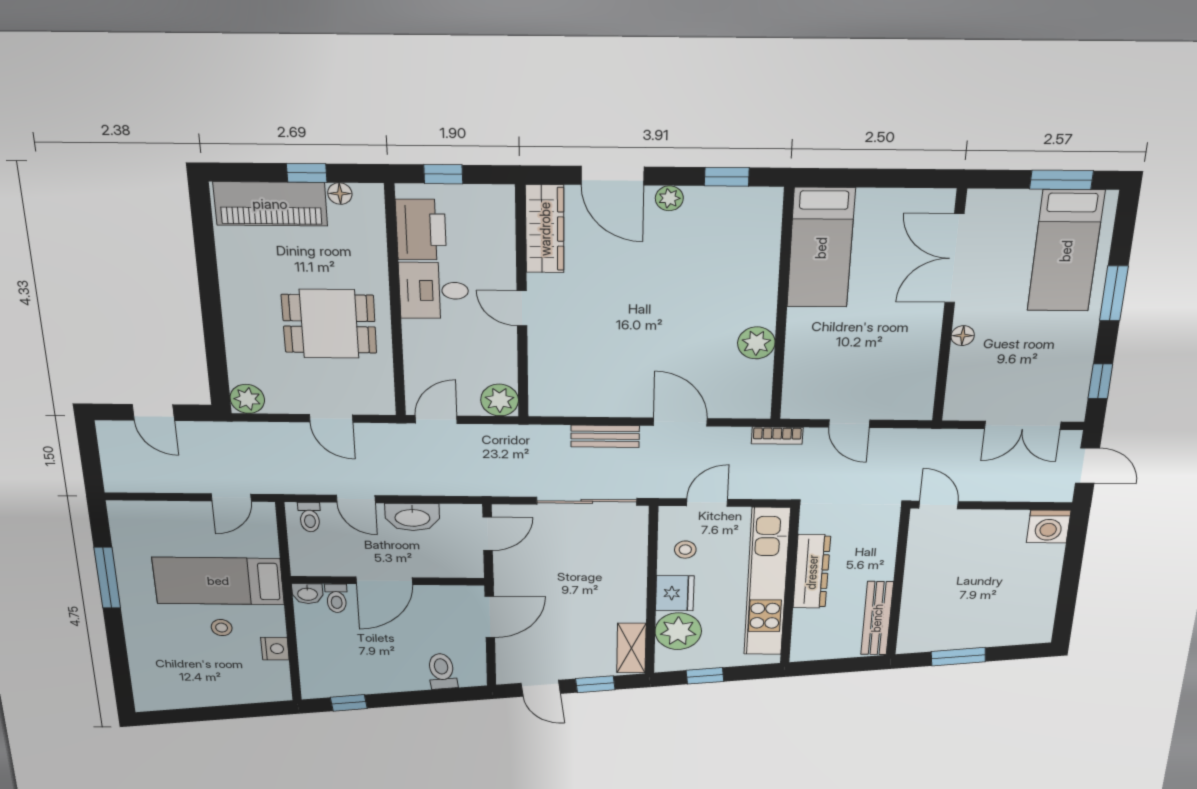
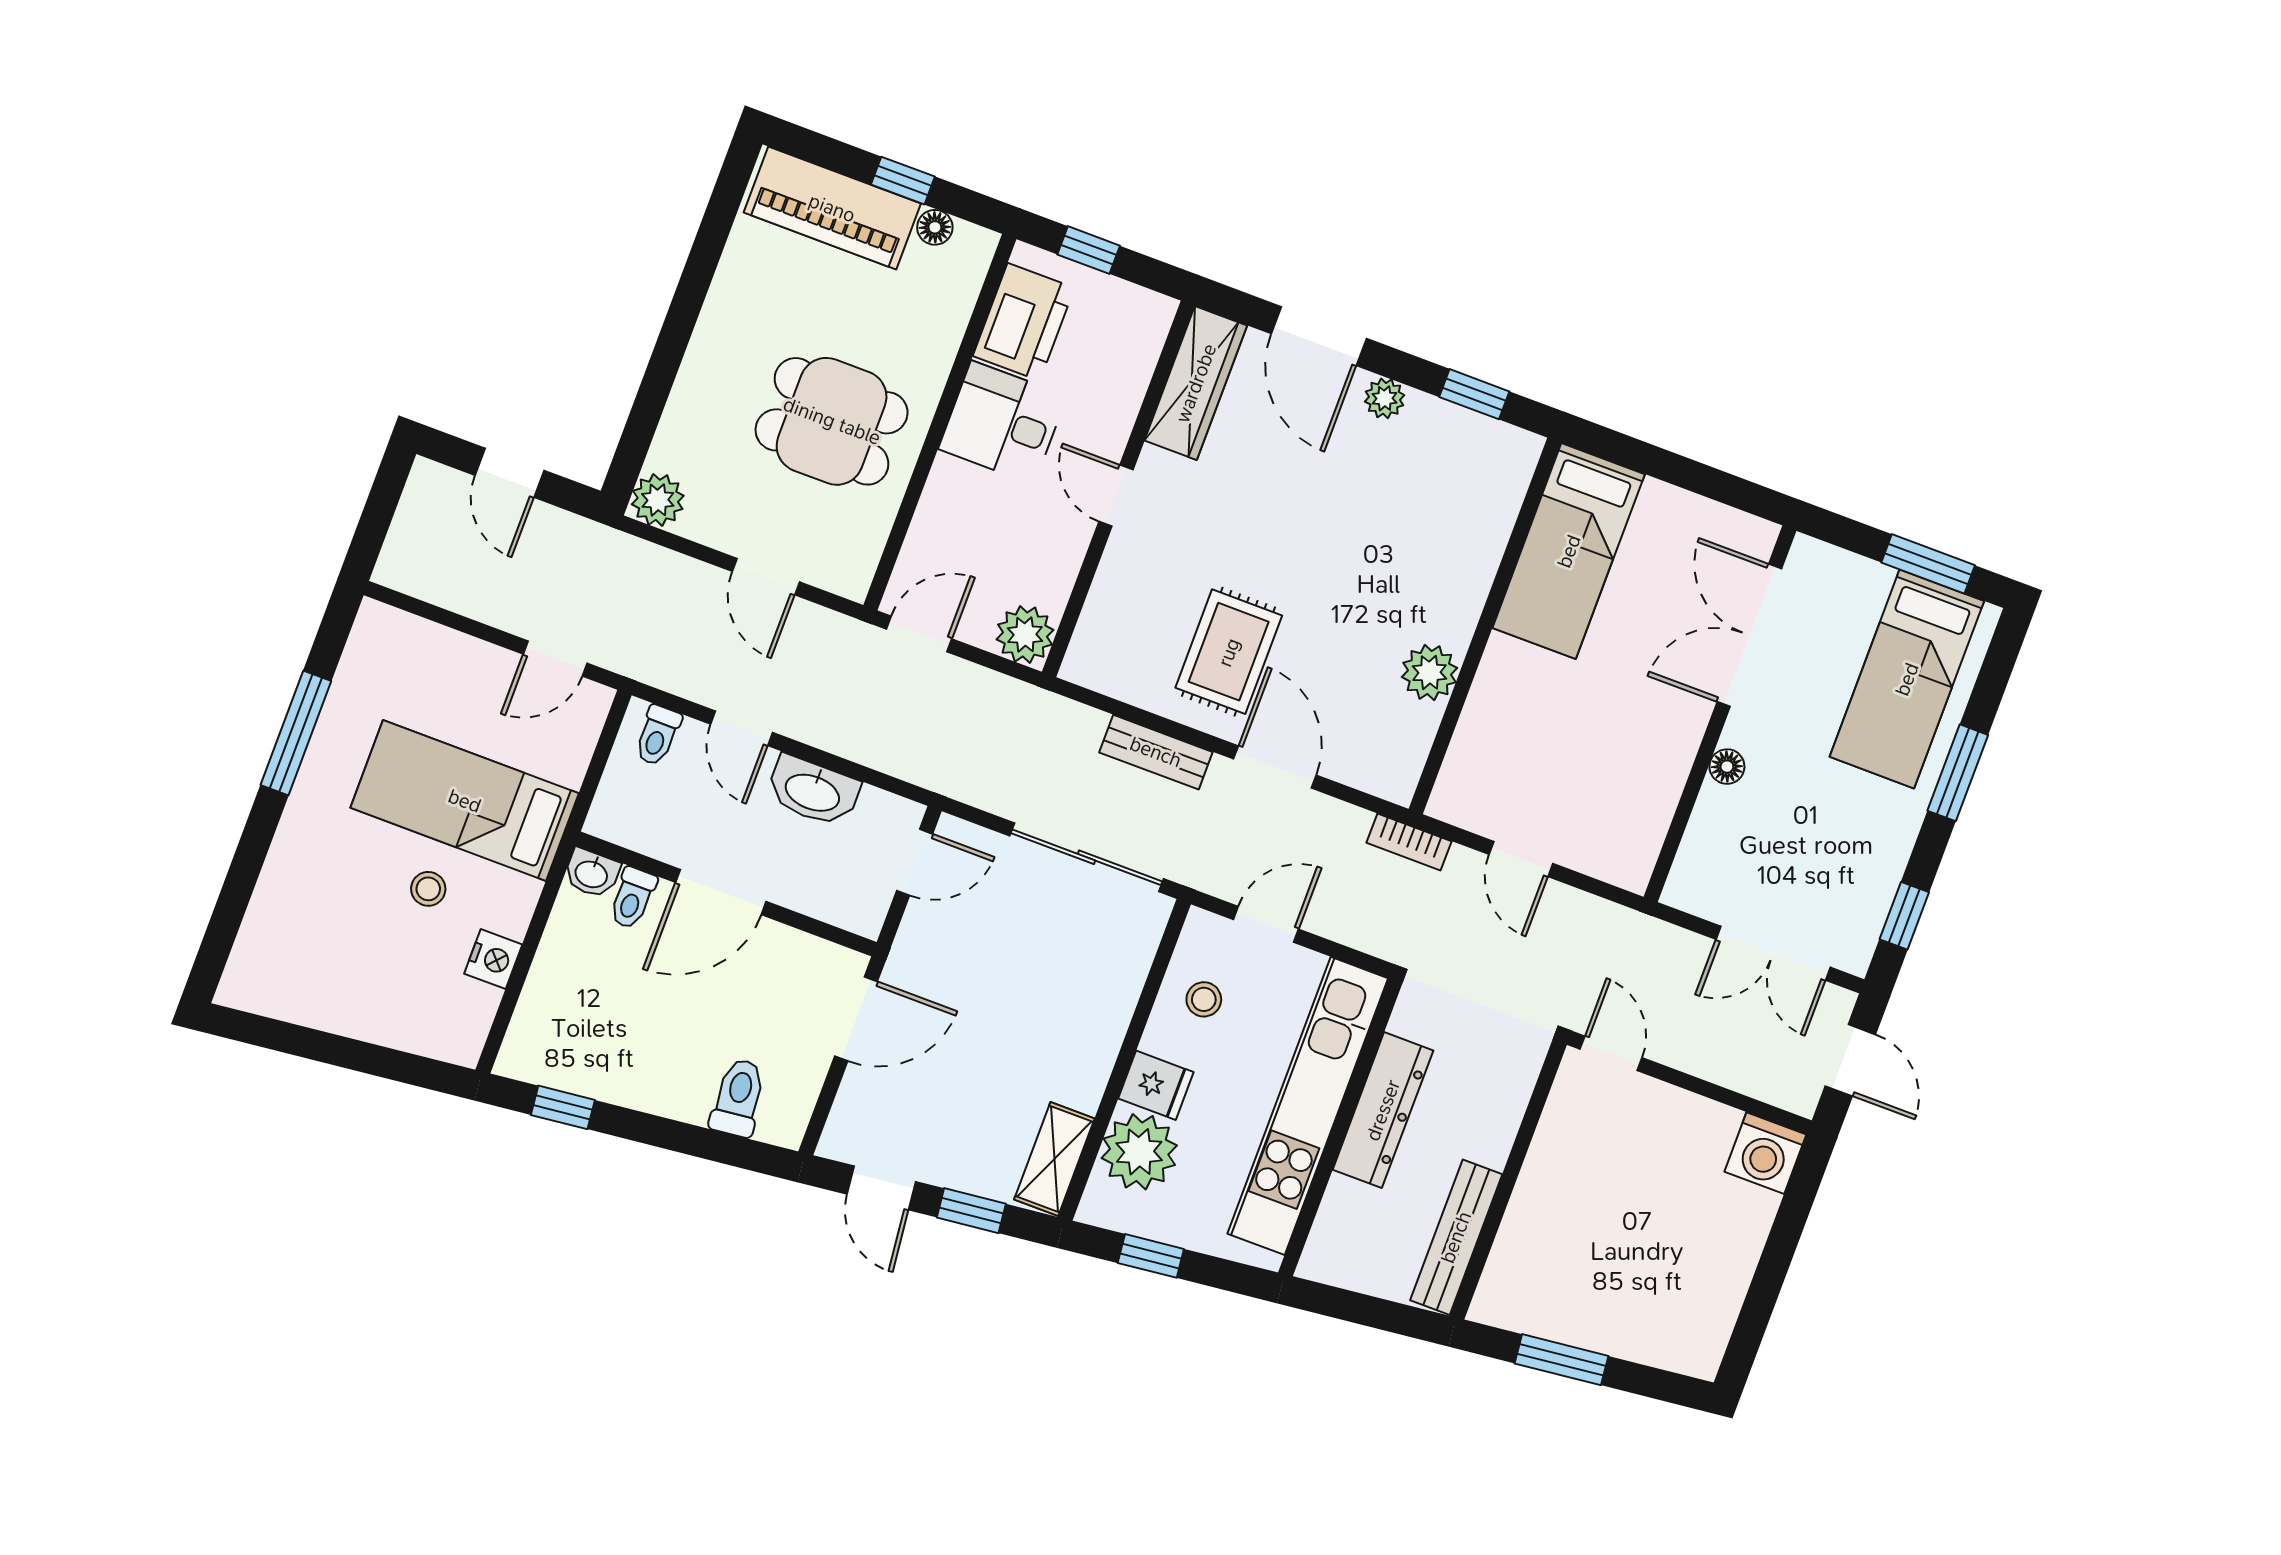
rug: (627, 370) -> (1229, 652), added
fridge: (675, 593) -> (1156, 1085), width x0.72

